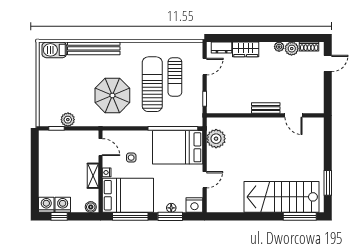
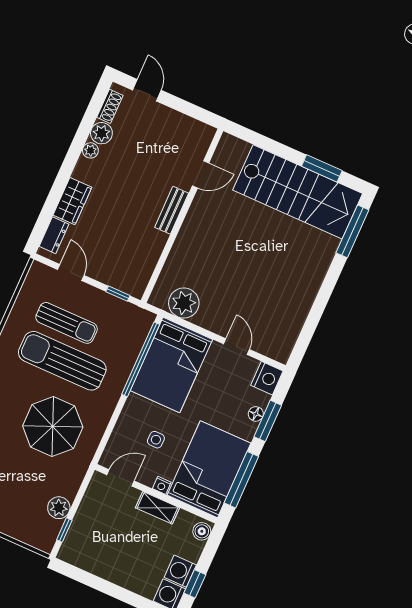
stairs: (282, 197) -> (298, 192), moved, turned -90

